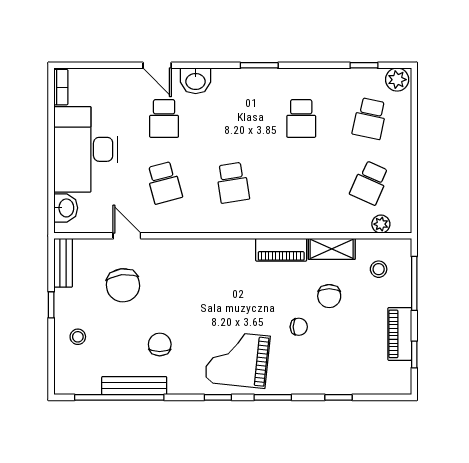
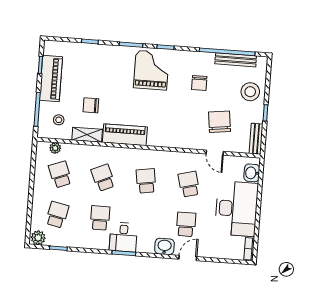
door: (157, 65) -> (188, 258), hinge flipped
desk: (262, 91) -> (123, 237), added
school desk: (301, 183) -> (103, 178), added
school desk: (370, 183) -> (60, 174), turned -45
piano: (281, 250) -> (125, 135), width x1.37, depth x1.33
chair: (329, 296) -> (91, 105), turned -90
chair: (299, 327) -> (111, 88), removed
piano: (400, 334) -> (51, 78), width x1.37, depth x1.33
stool: (78, 337) -> (250, 92), width x1.89, depth x1.89
grand piano: (237, 359) -> (151, 70), turned -96
bench: (134, 386) -> (236, 60), moved

